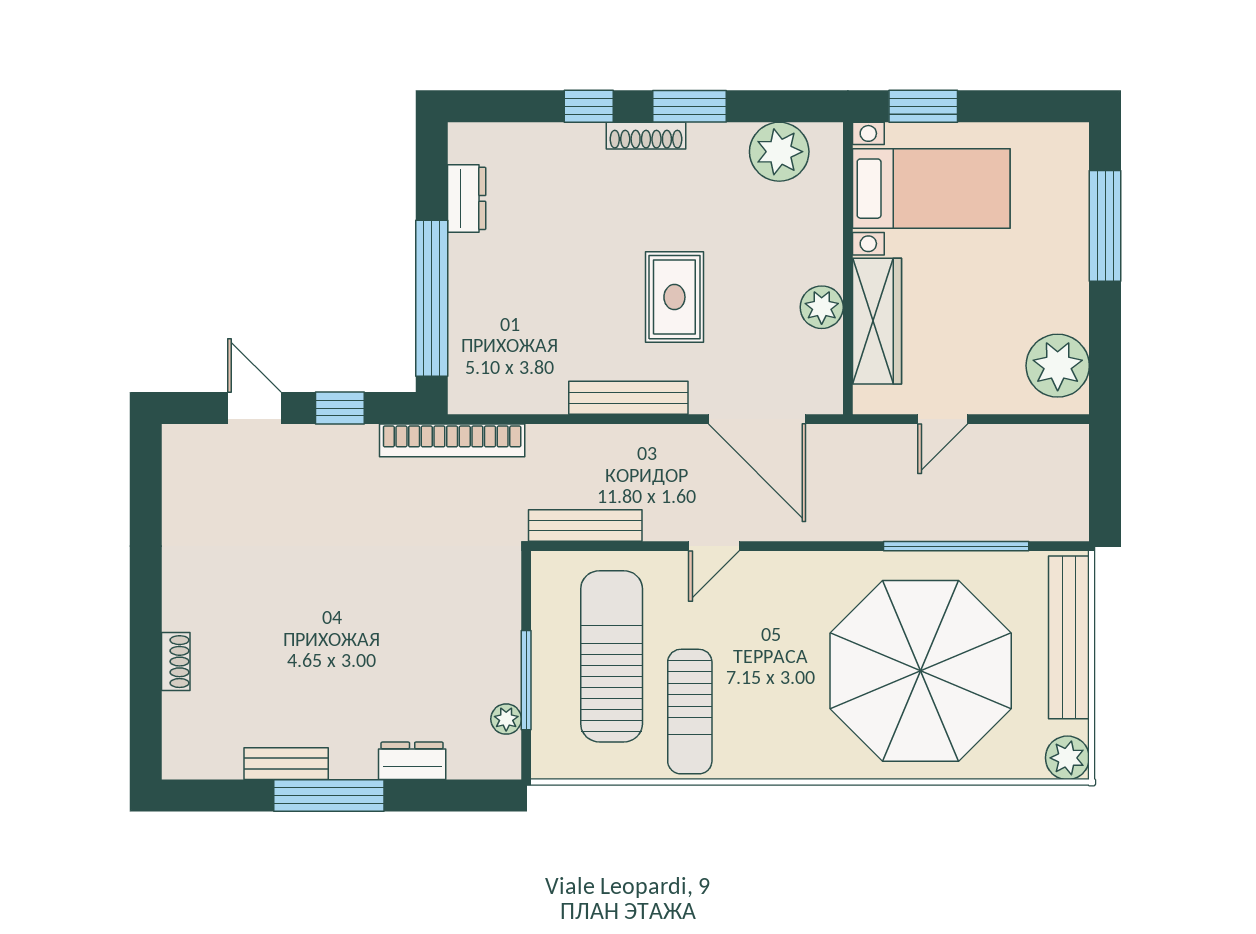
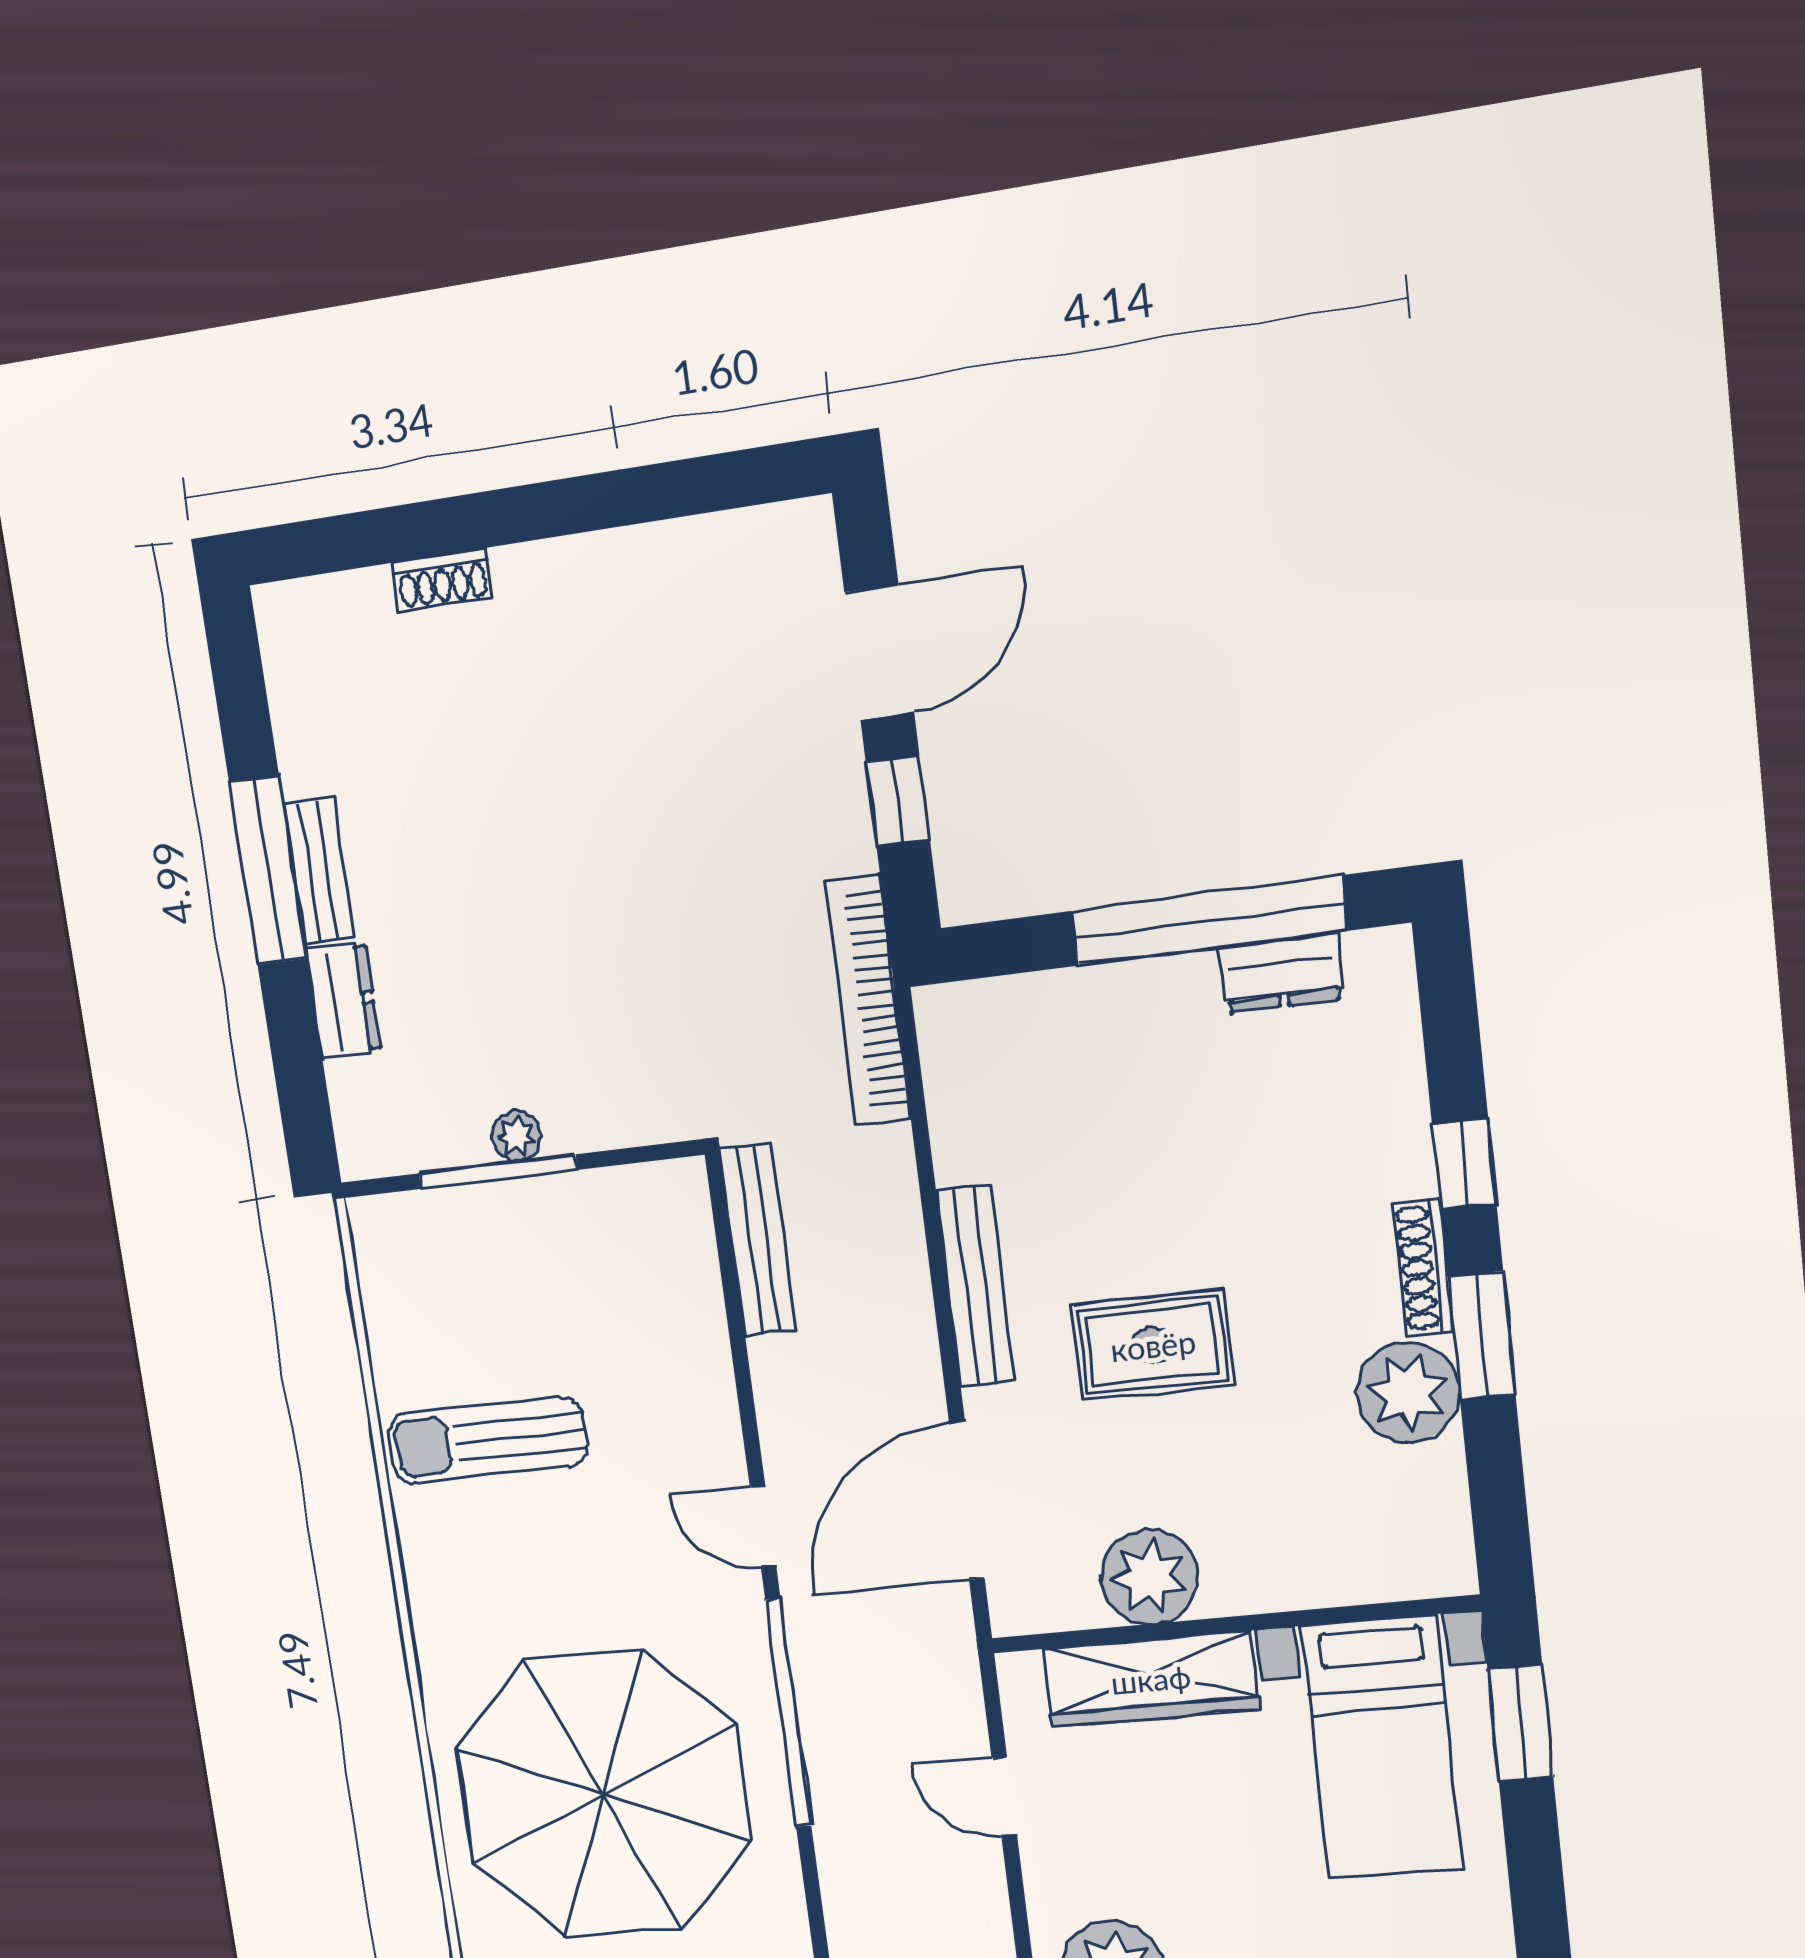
plant: (779, 152) -> (1408, 1393), moved
window: (432, 298) -> (1209, 921), moved
plant: (822, 307) -> (1149, 1577), width x1.36, depth x1.36
door: (254, 408) -> (879, 652), width x1.38
door: (714, 546) -> (763, 1526), moved
window: (956, 546) -> (788, 1713), moved
sun lounger: (612, 656) -> (555, 1306), removed
plant: (506, 719) -> (517, 1136), moved
bench: (286, 764) -> (319, 871), moved

